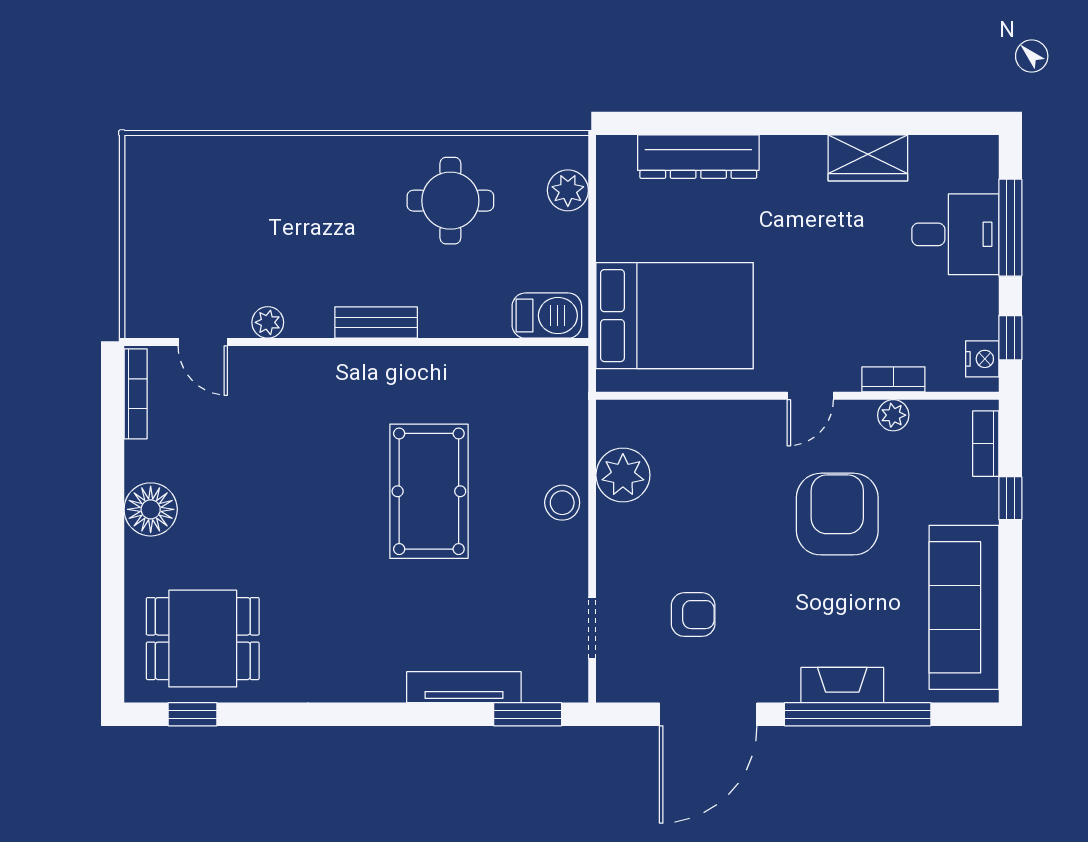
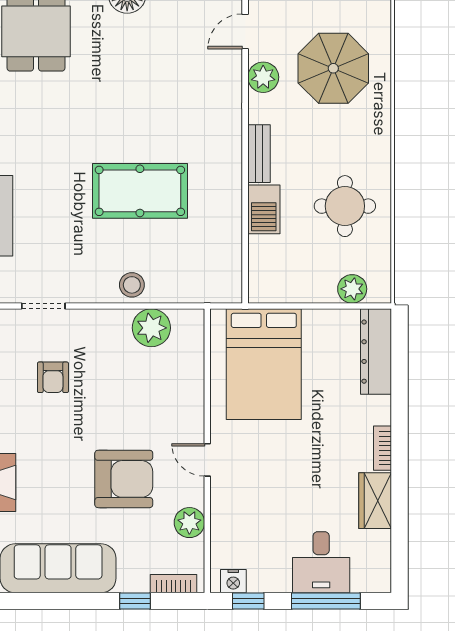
dresser: (698, 157) -> (376, 352), moved
parasol: (255, 217) -> (333, 68), added
barbecue: (547, 316) -> (264, 209), moved
plant: (268, 322) -> (263, 77), width x1.38, depth x1.38
bookcase: (893, 379) -> (382, 448), moved, turned 180
plant: (893, 415) -> (189, 523), width x1.38, depth x1.38

